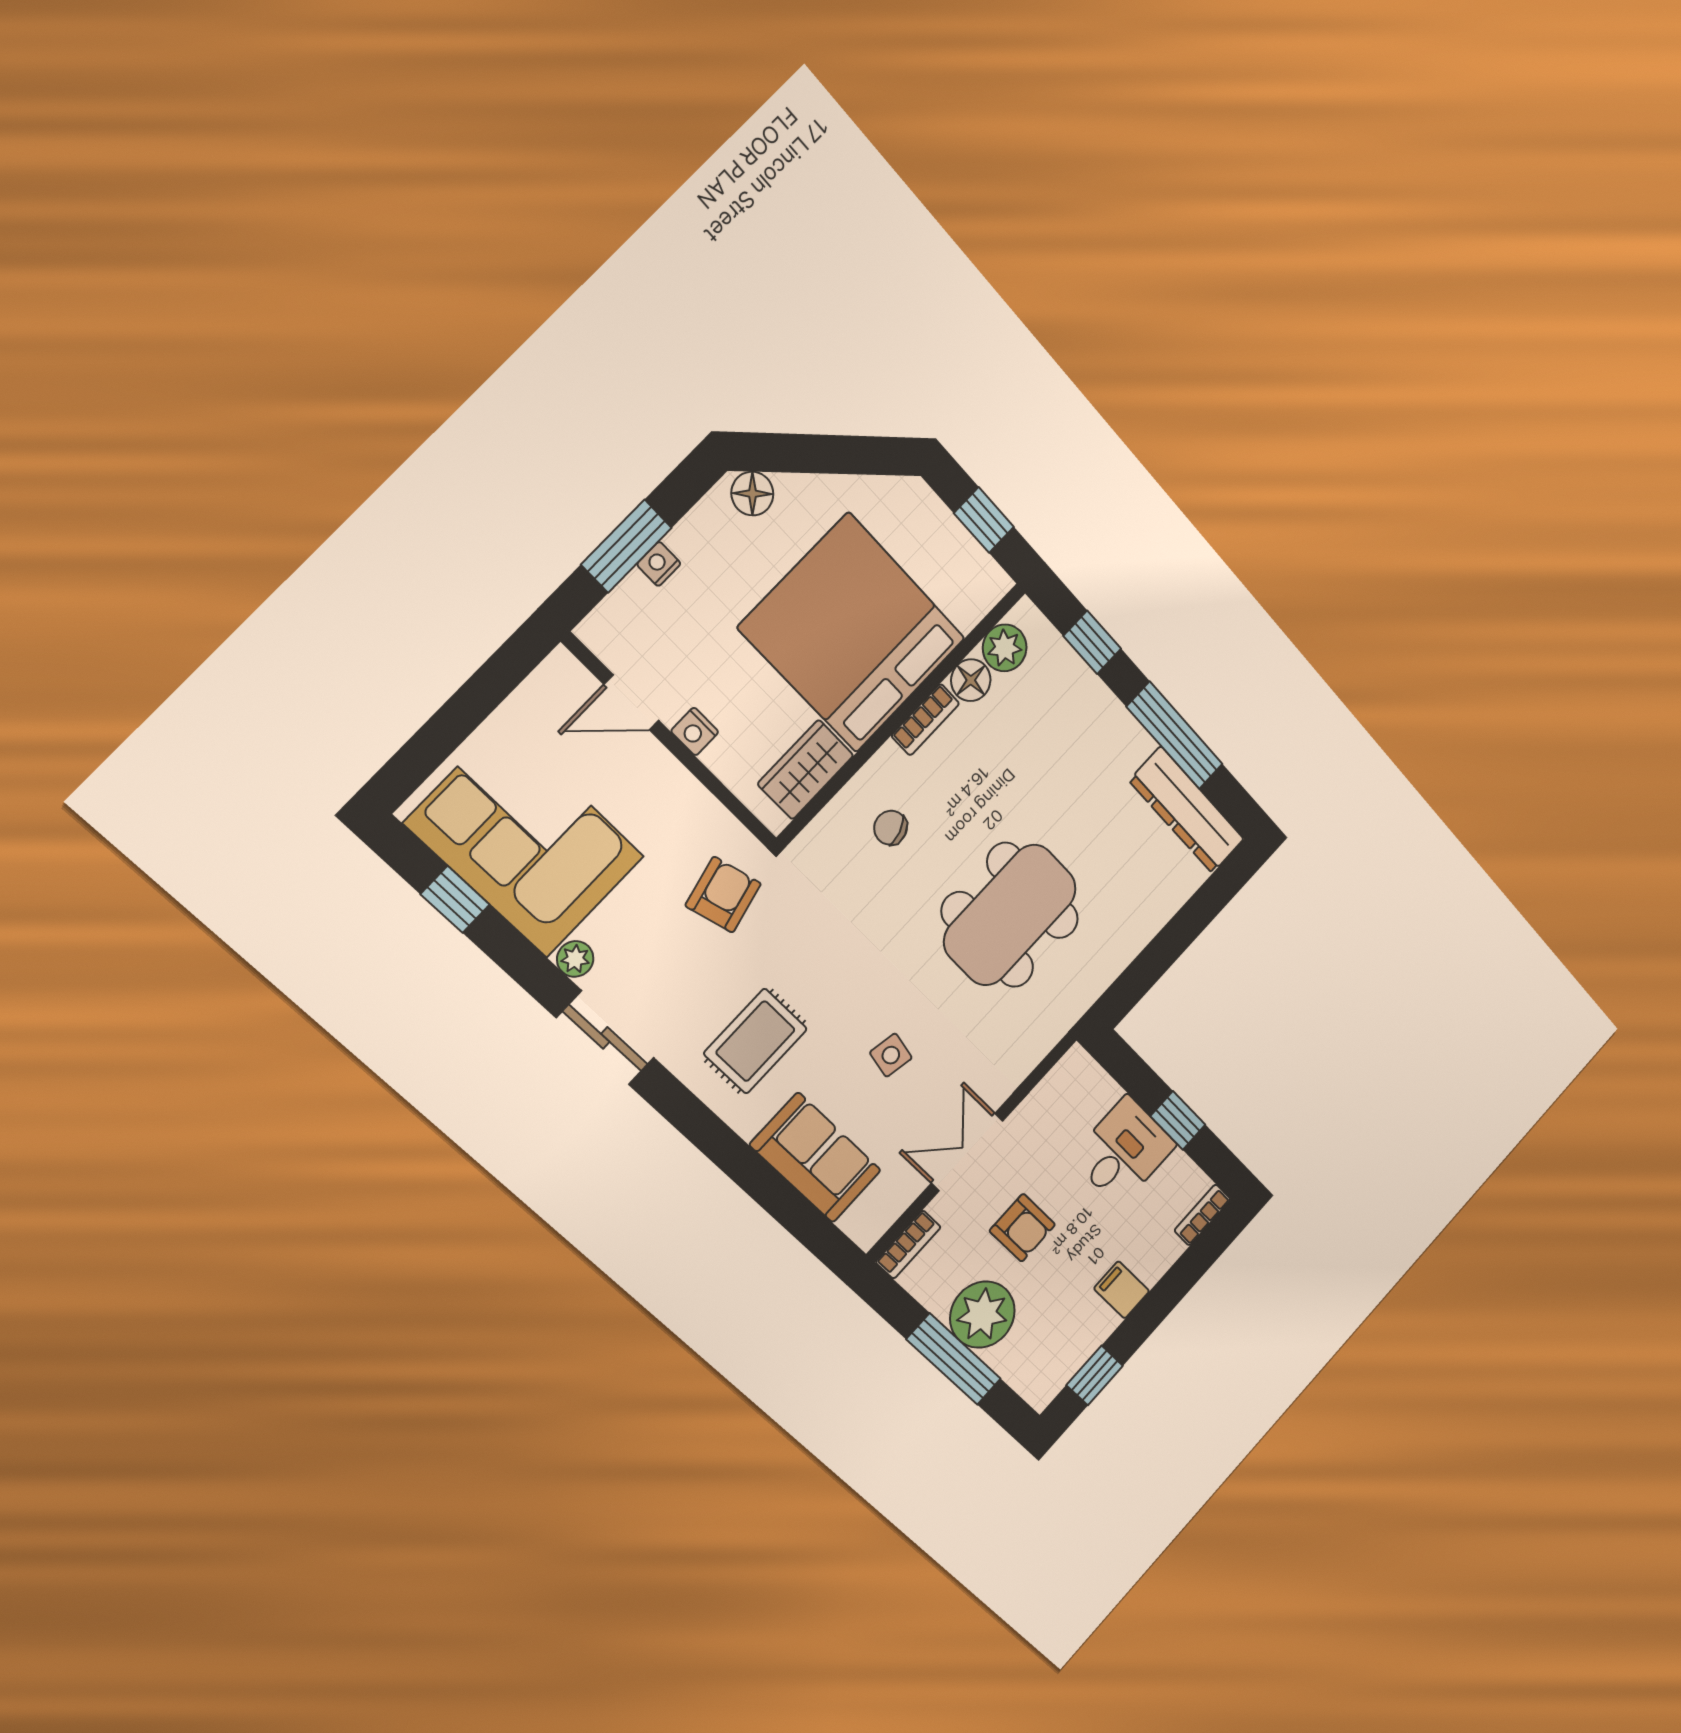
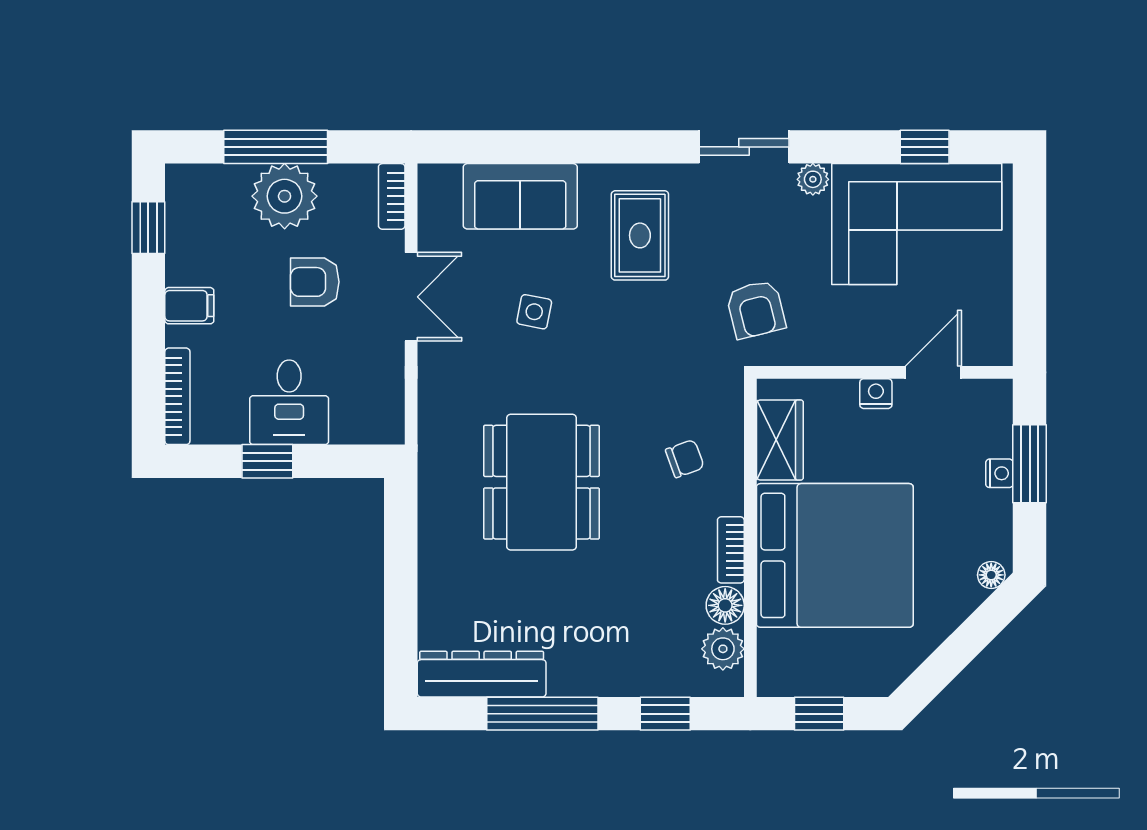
floor lamp: (752, 494) -> (991, 575), width x0.73, depth x0.73
bookcase: (1203, 1215) -> (177, 396), width x1.56

